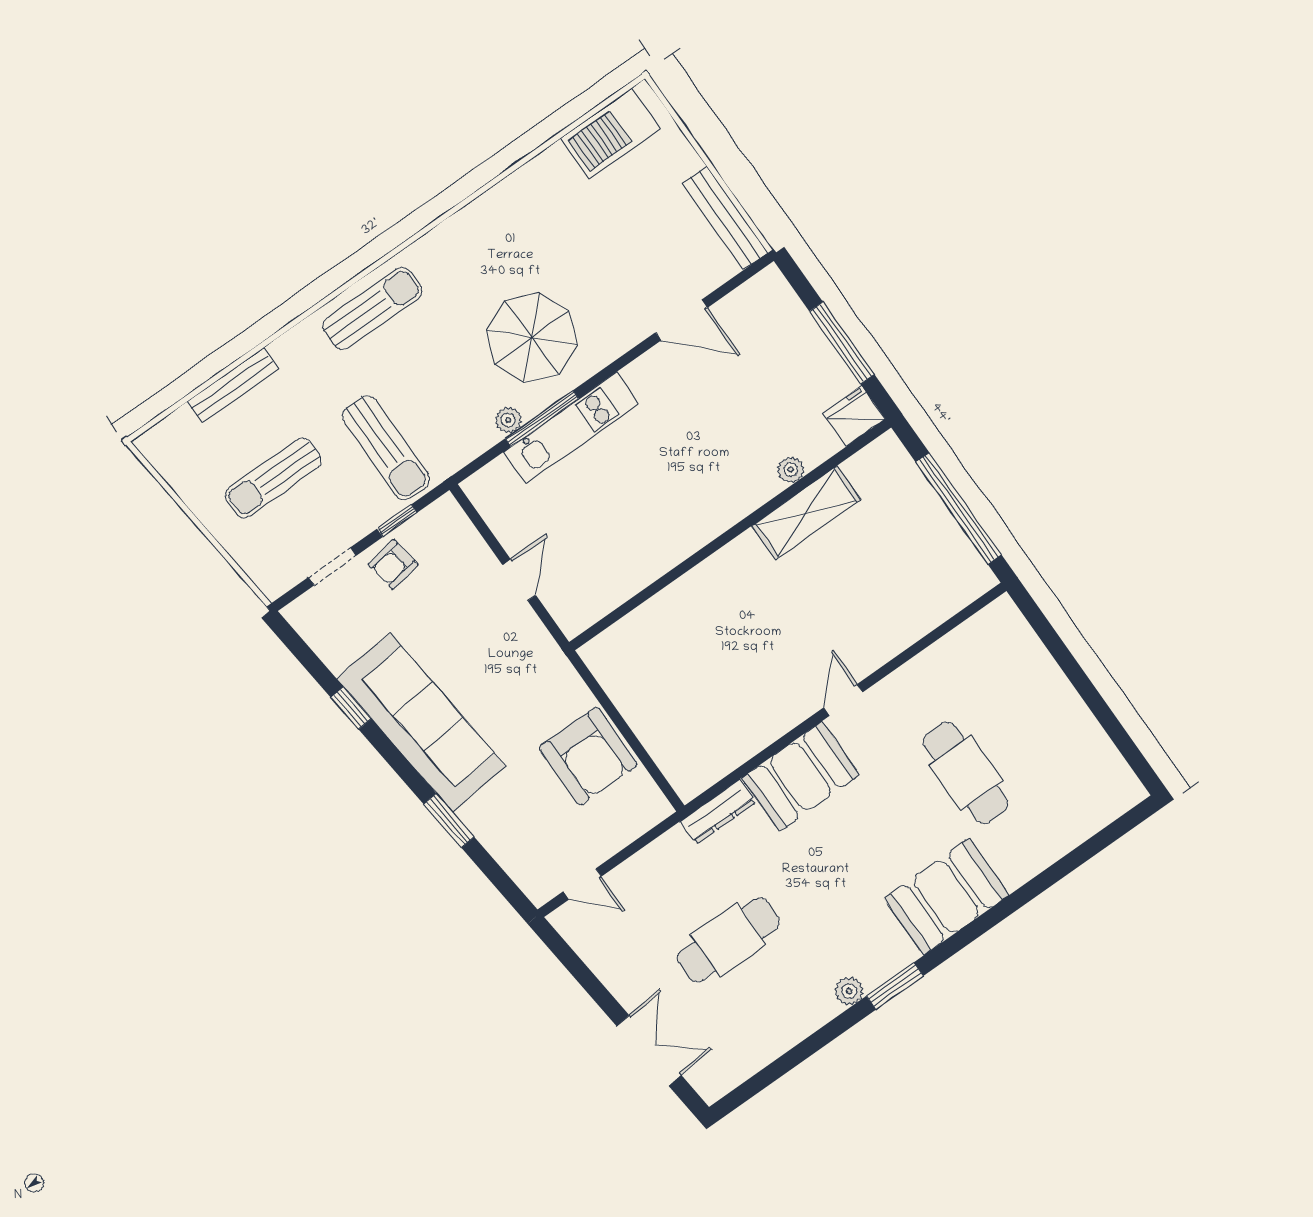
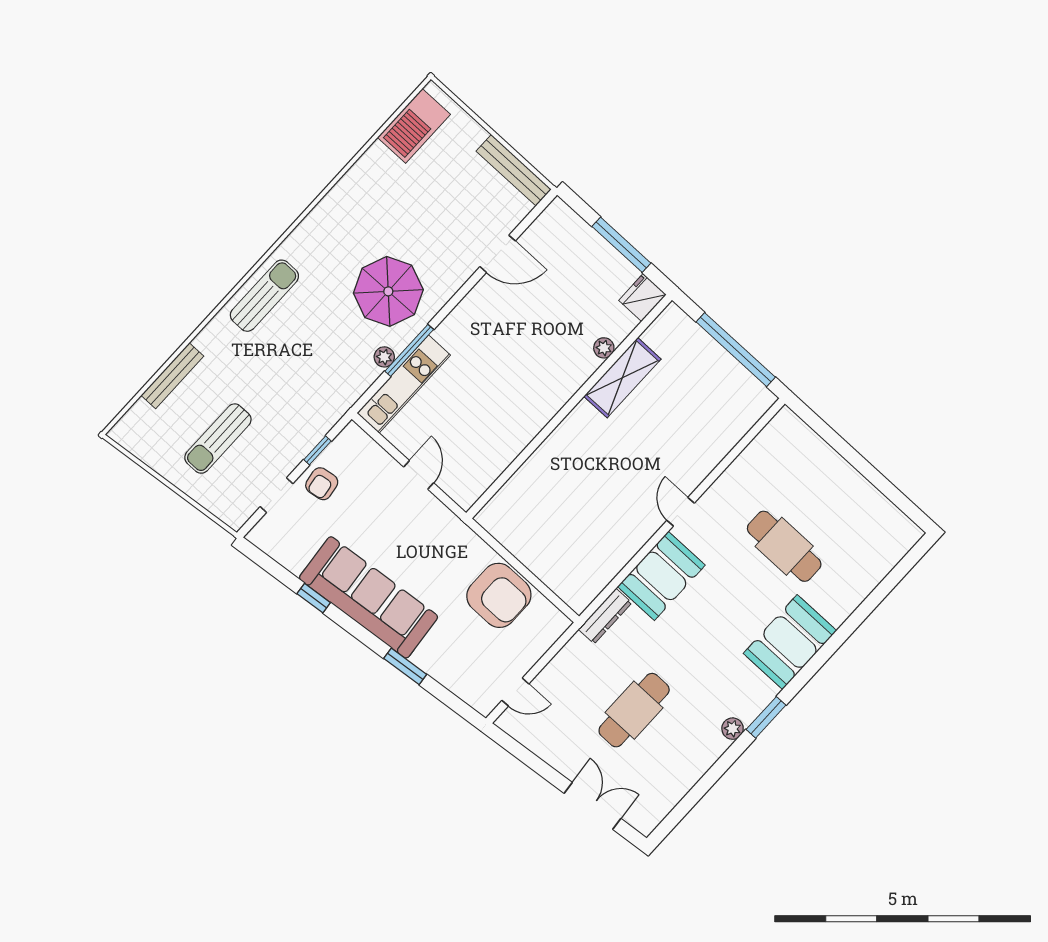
kitchen unit: (571, 428) -> (404, 384), moved
sun lounger: (386, 448) -> (297, 398), removed

